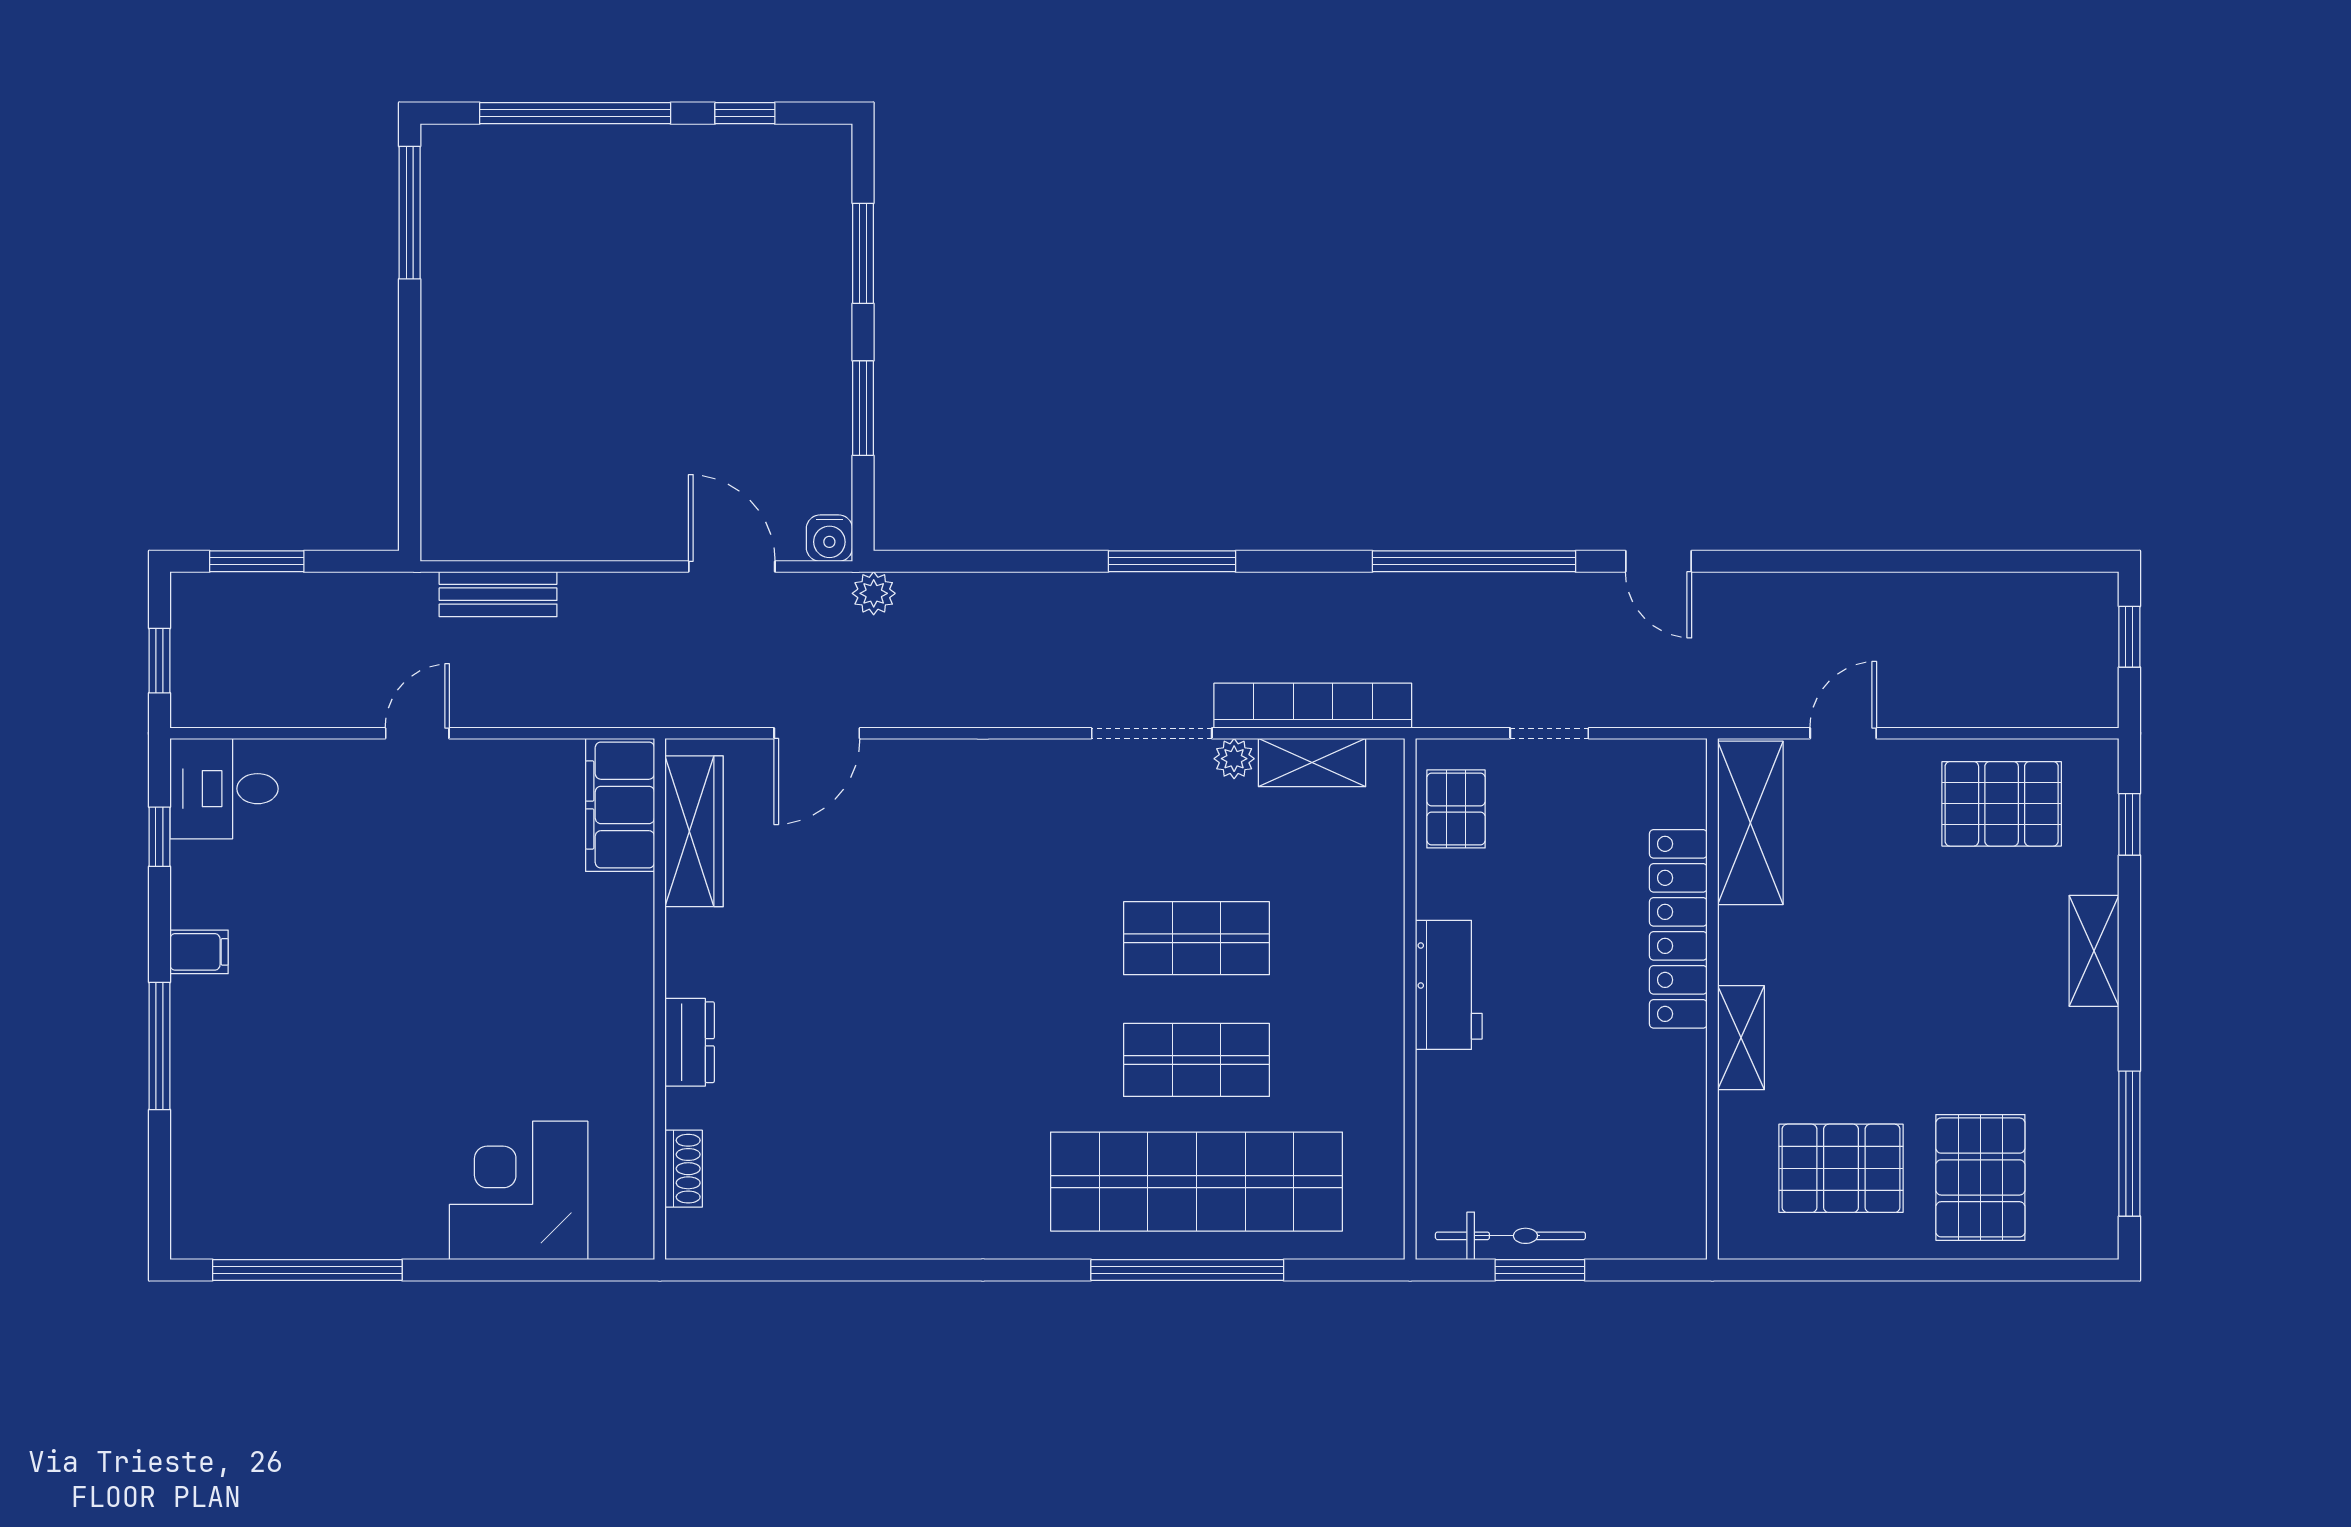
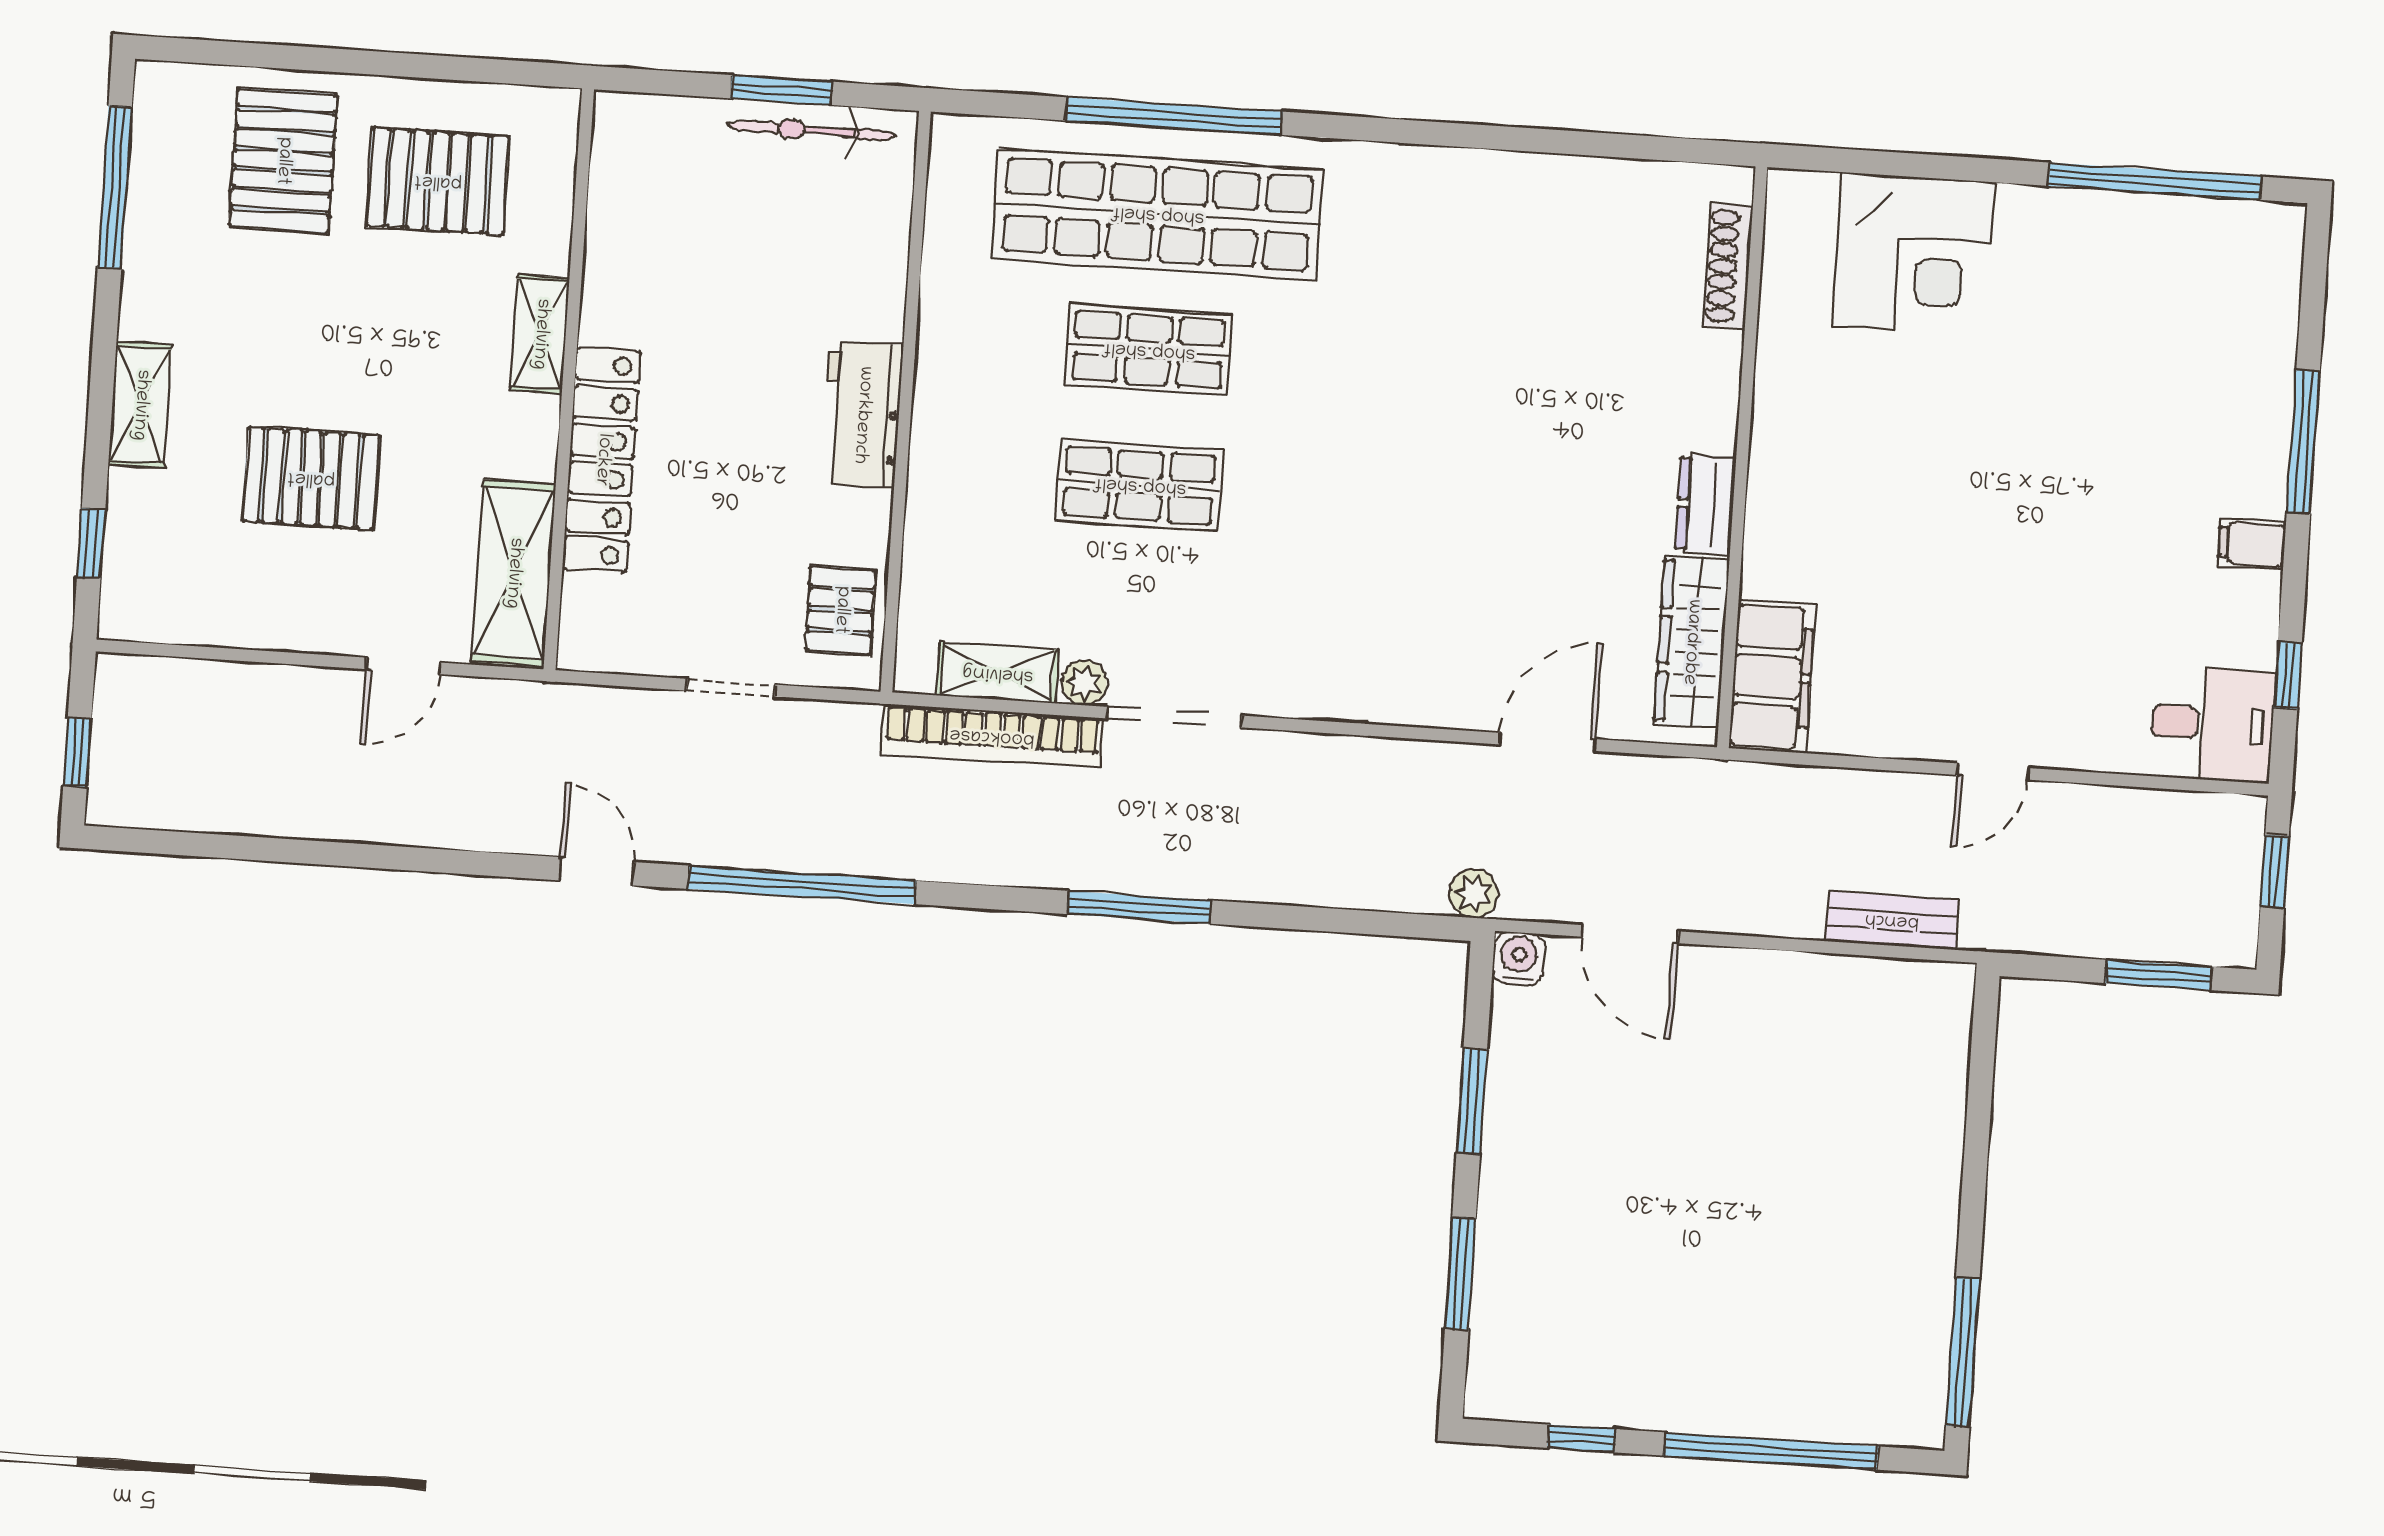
pallet: (2002, 804) -> (311, 478), moved
dresser: (690, 1042) -> (1706, 504), moved
shoe rack: (684, 1169) -> (1728, 266), width x1.43

